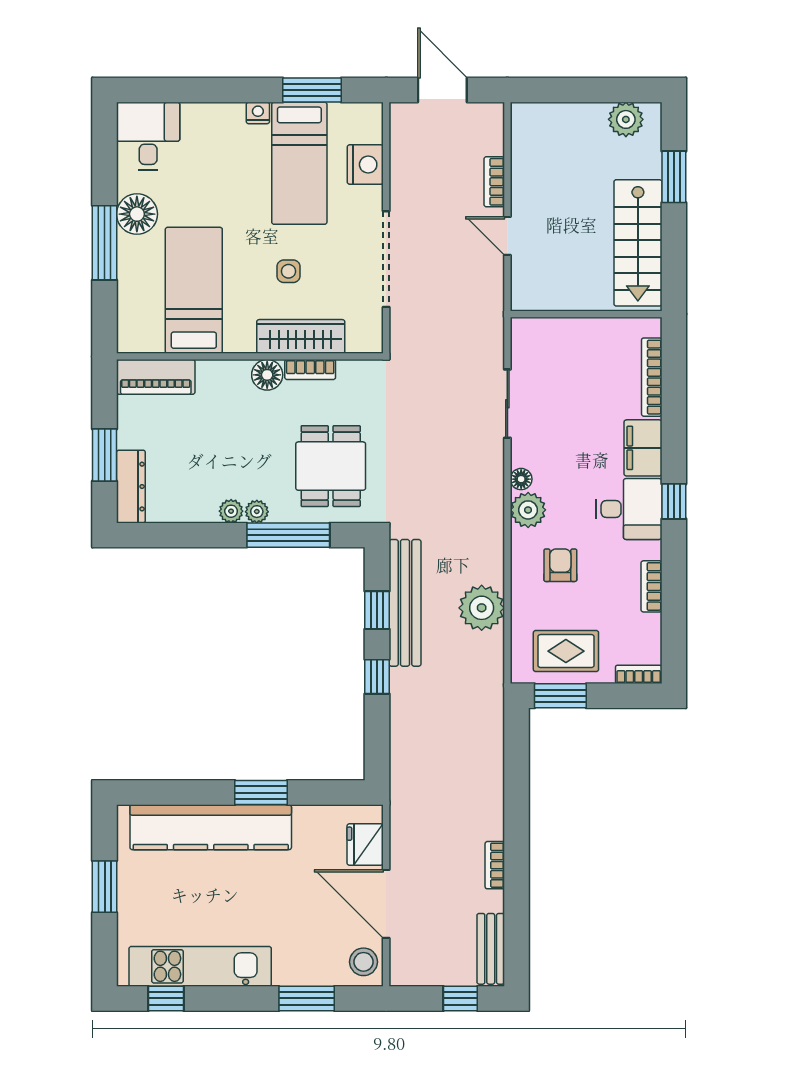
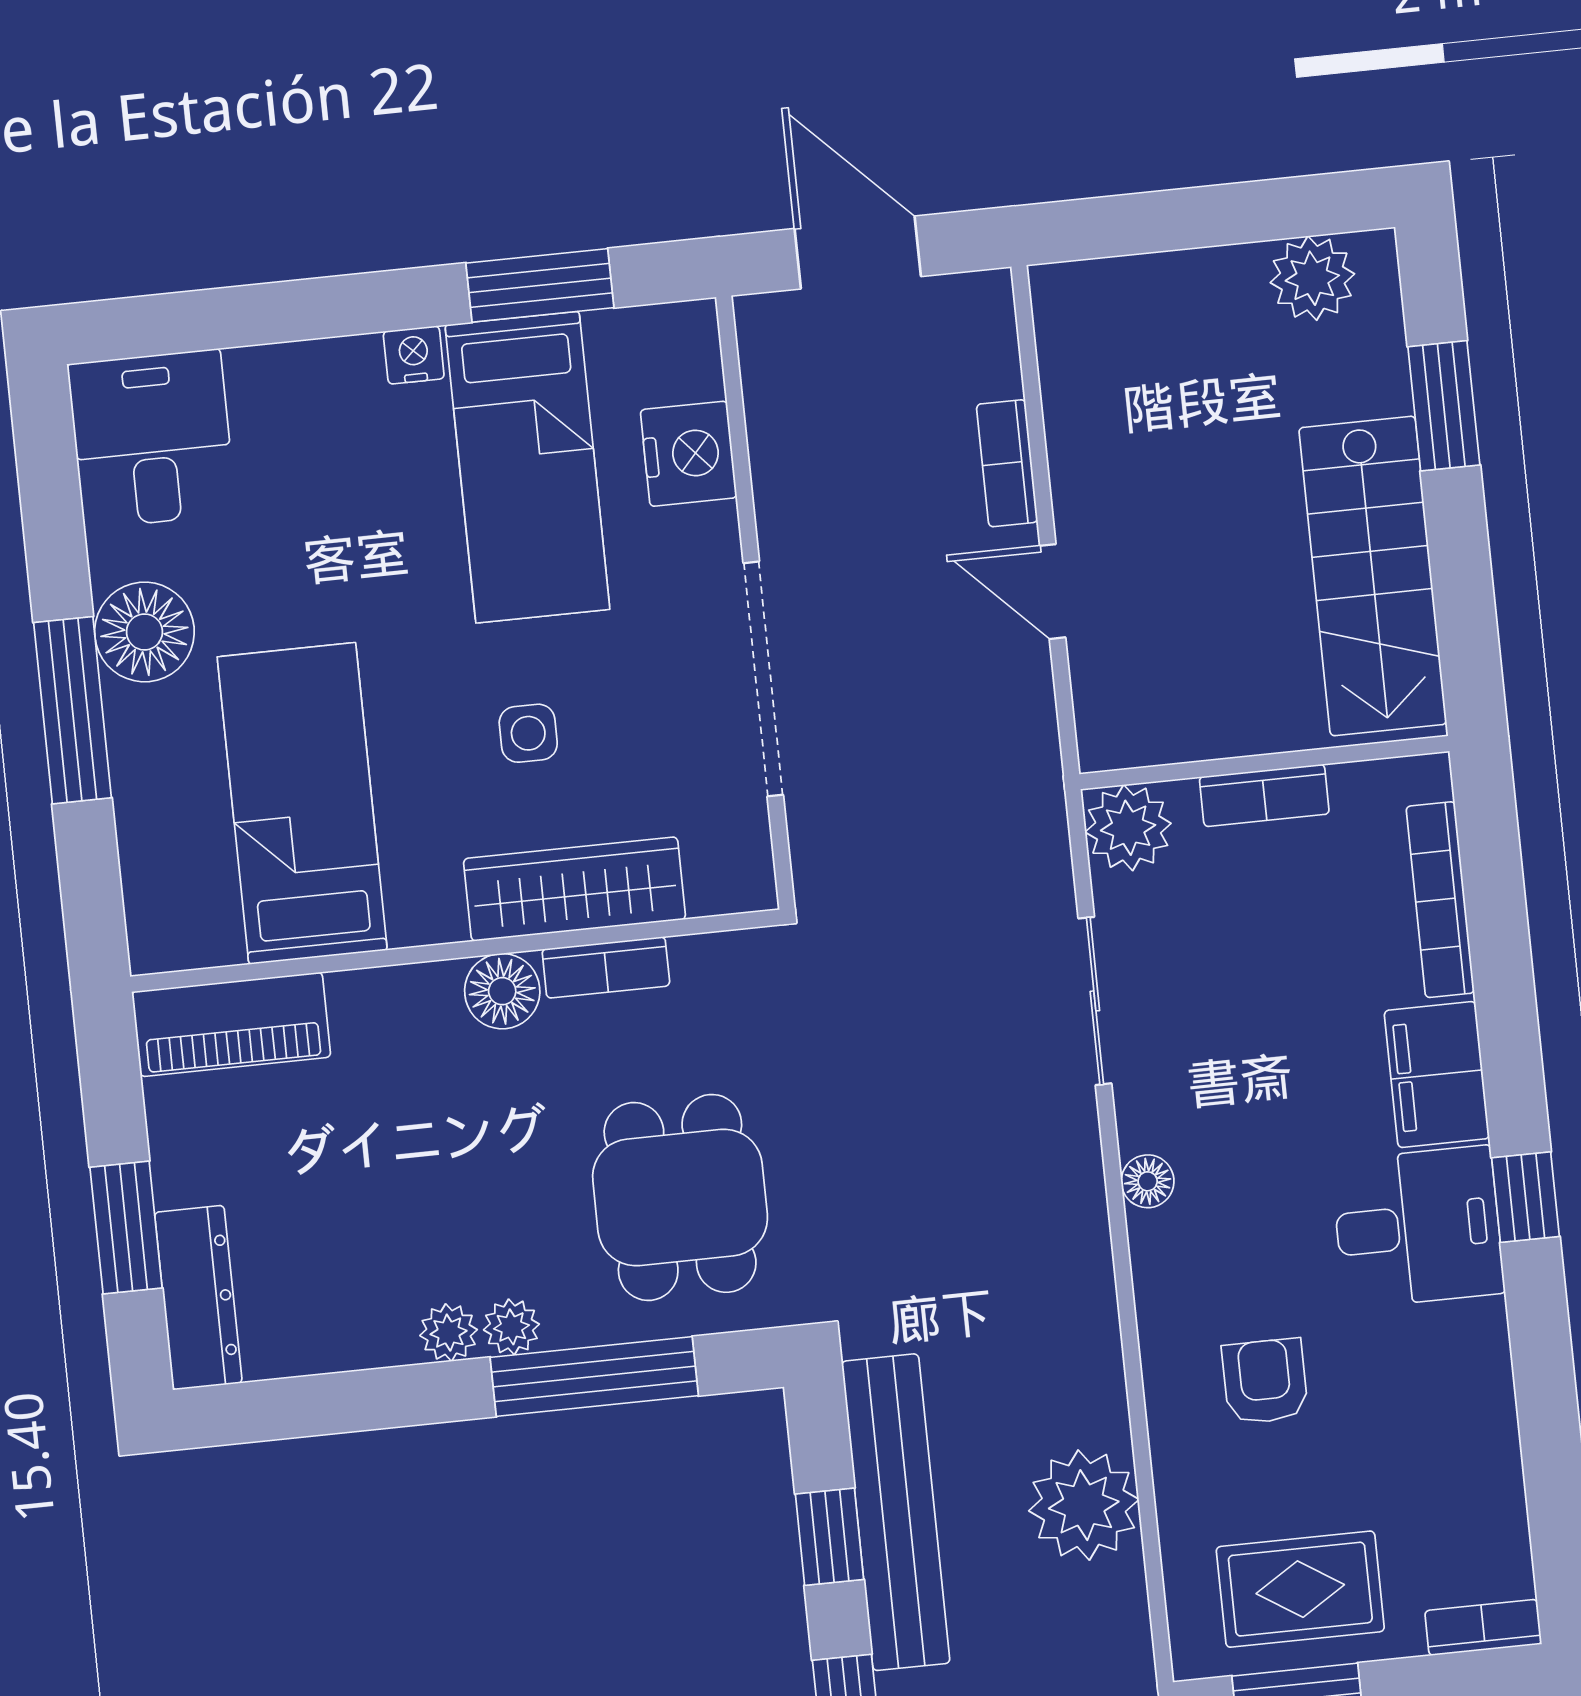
plant: (528, 510) -> (1128, 828), moved
bookcase: (651, 586) -> (1264, 795), moved, turned -90

